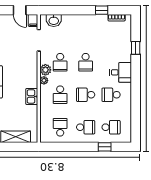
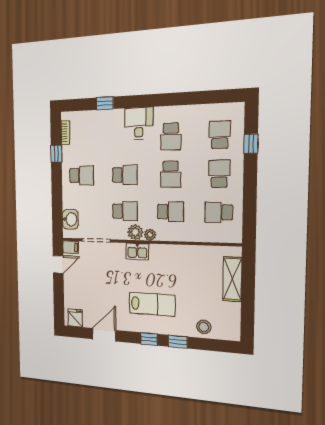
school desk: (86, 30) -> (82, 175), added
kitchen sink: (32, 96) -> (137, 251), moved

